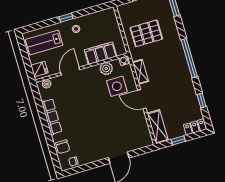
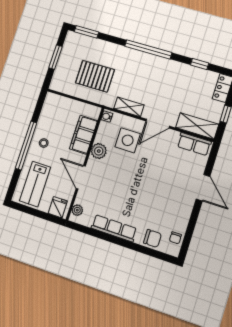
window: (66, 18) -> (26, 146), width x3.17
pallet: (146, 33) -> (95, 76), turned 90
plant: (106, 68) -> (99, 151), moved
row of seats: (144, 133) -> (194, 144), added

